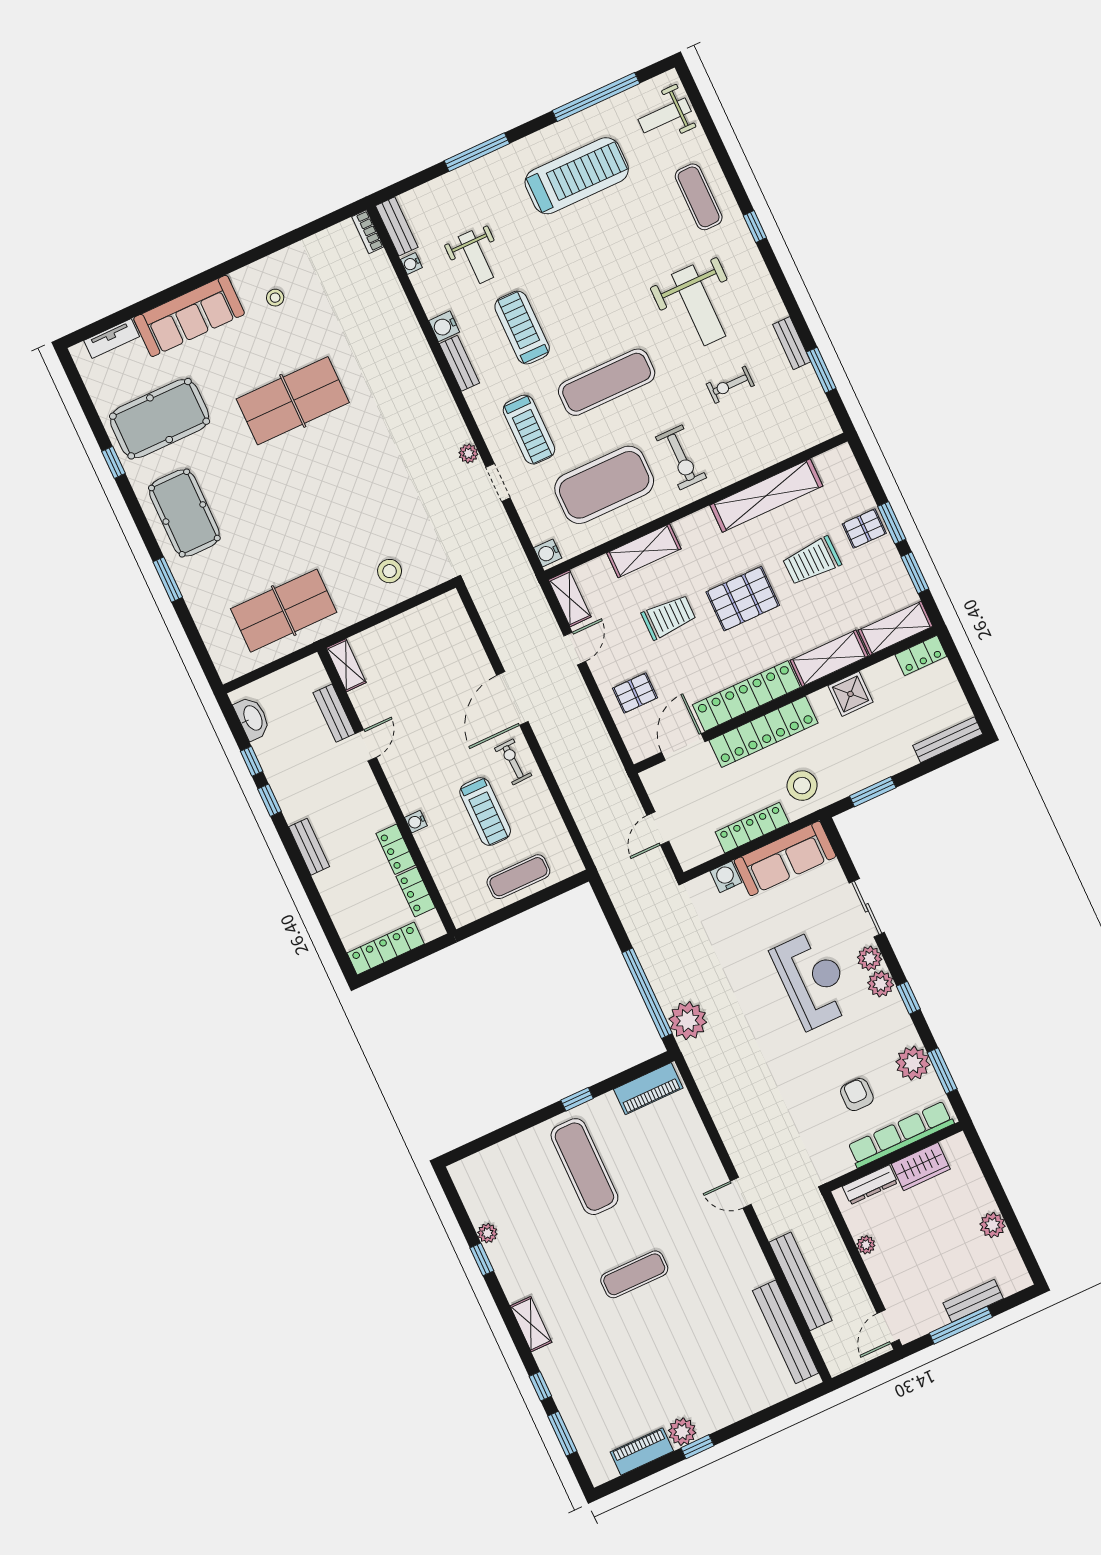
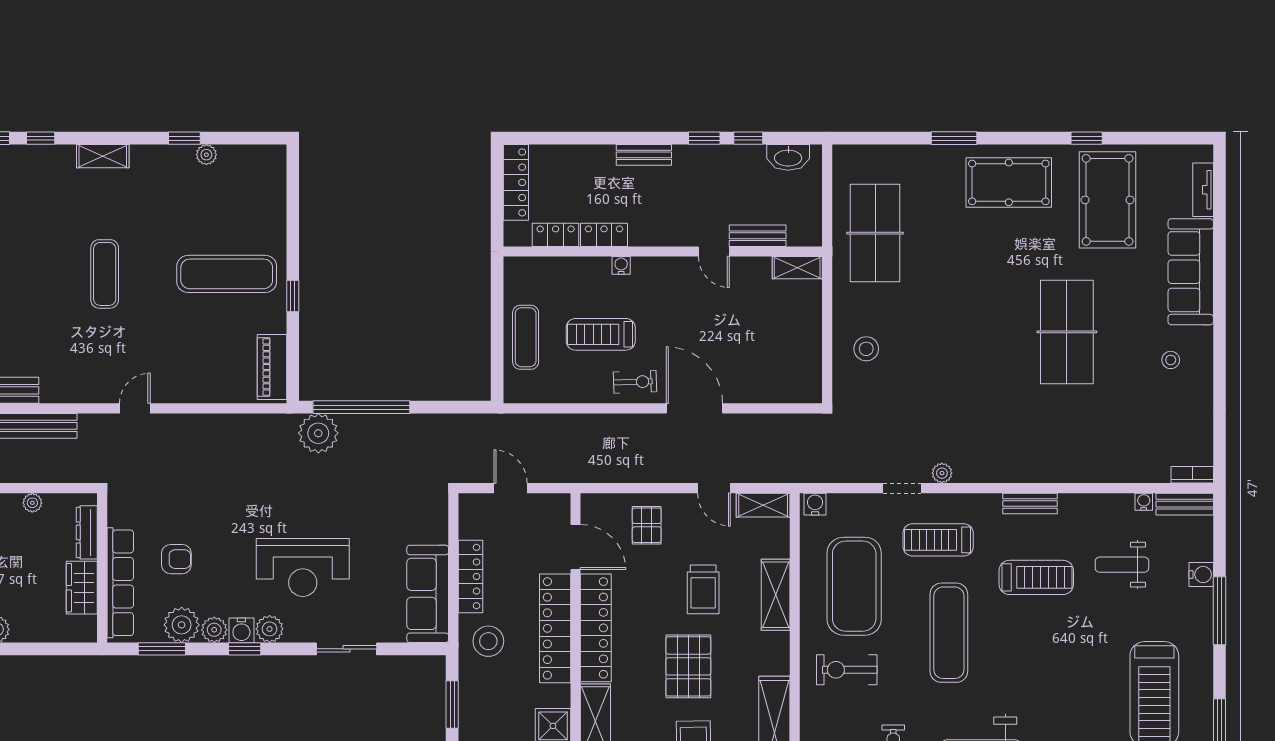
water cooler: (444, 326) -> (1201, 574), moved, turned 90
water cooler: (726, 877) -> (241, 630), moved, turned 90
plant: (870, 958) -> (214, 630), moved

